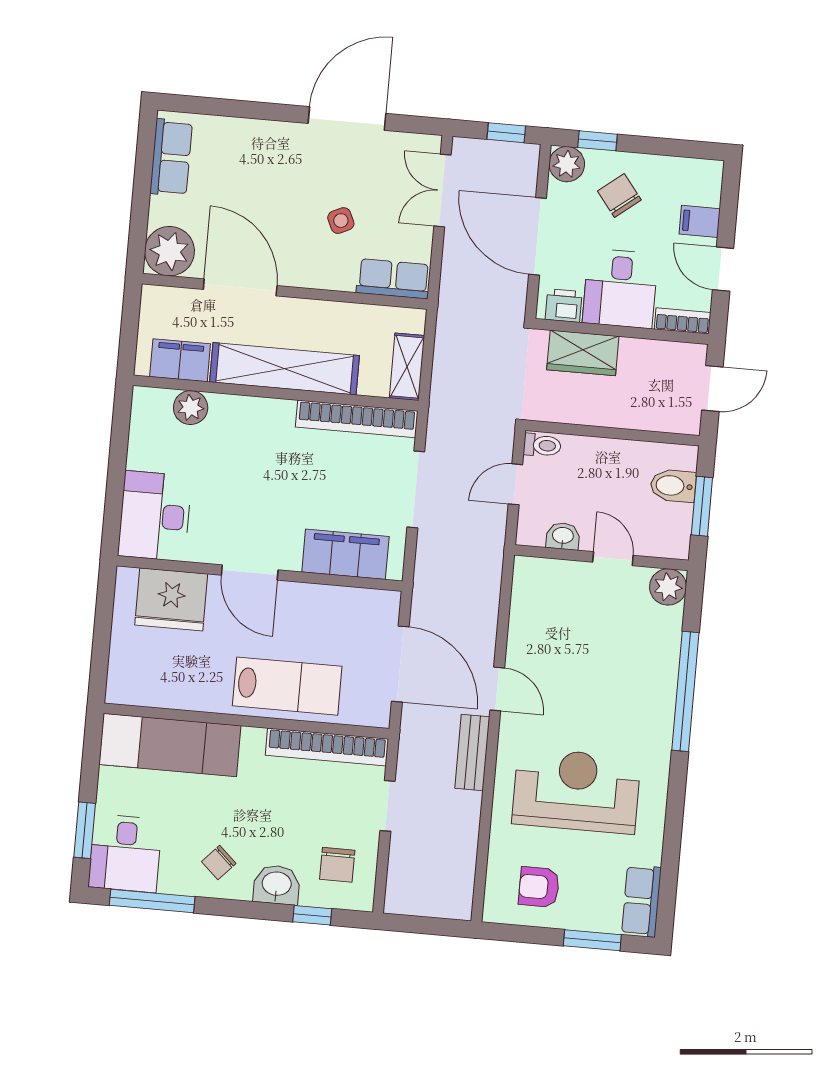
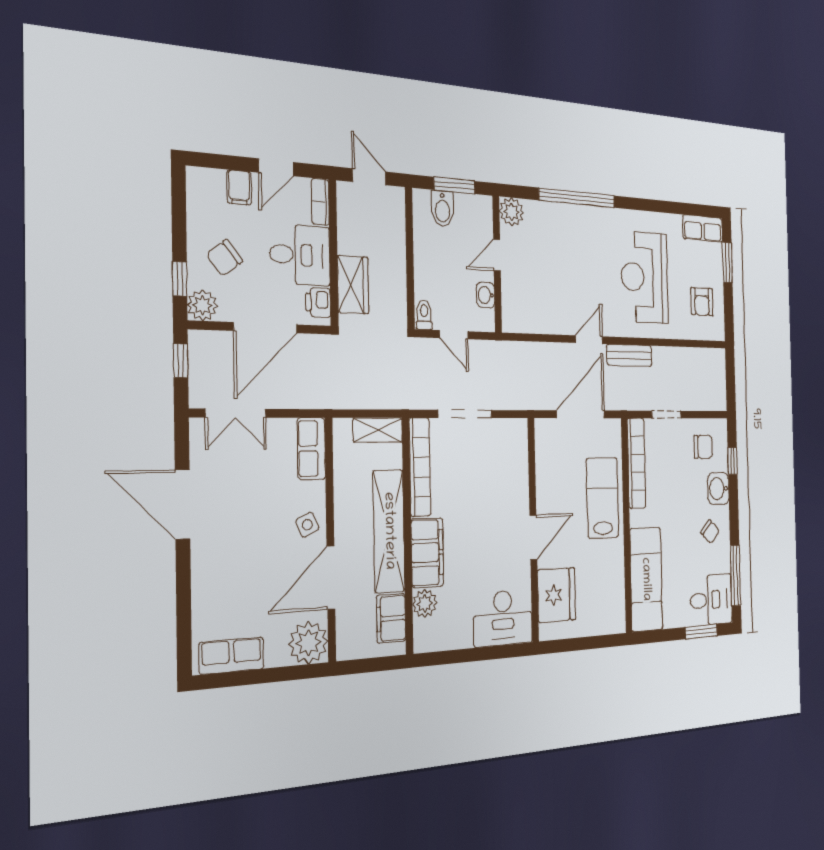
side table: (341, 221) -> (307, 525), moved
filing cabinet: (345, 554) -> (427, 553), moved, turned 180

